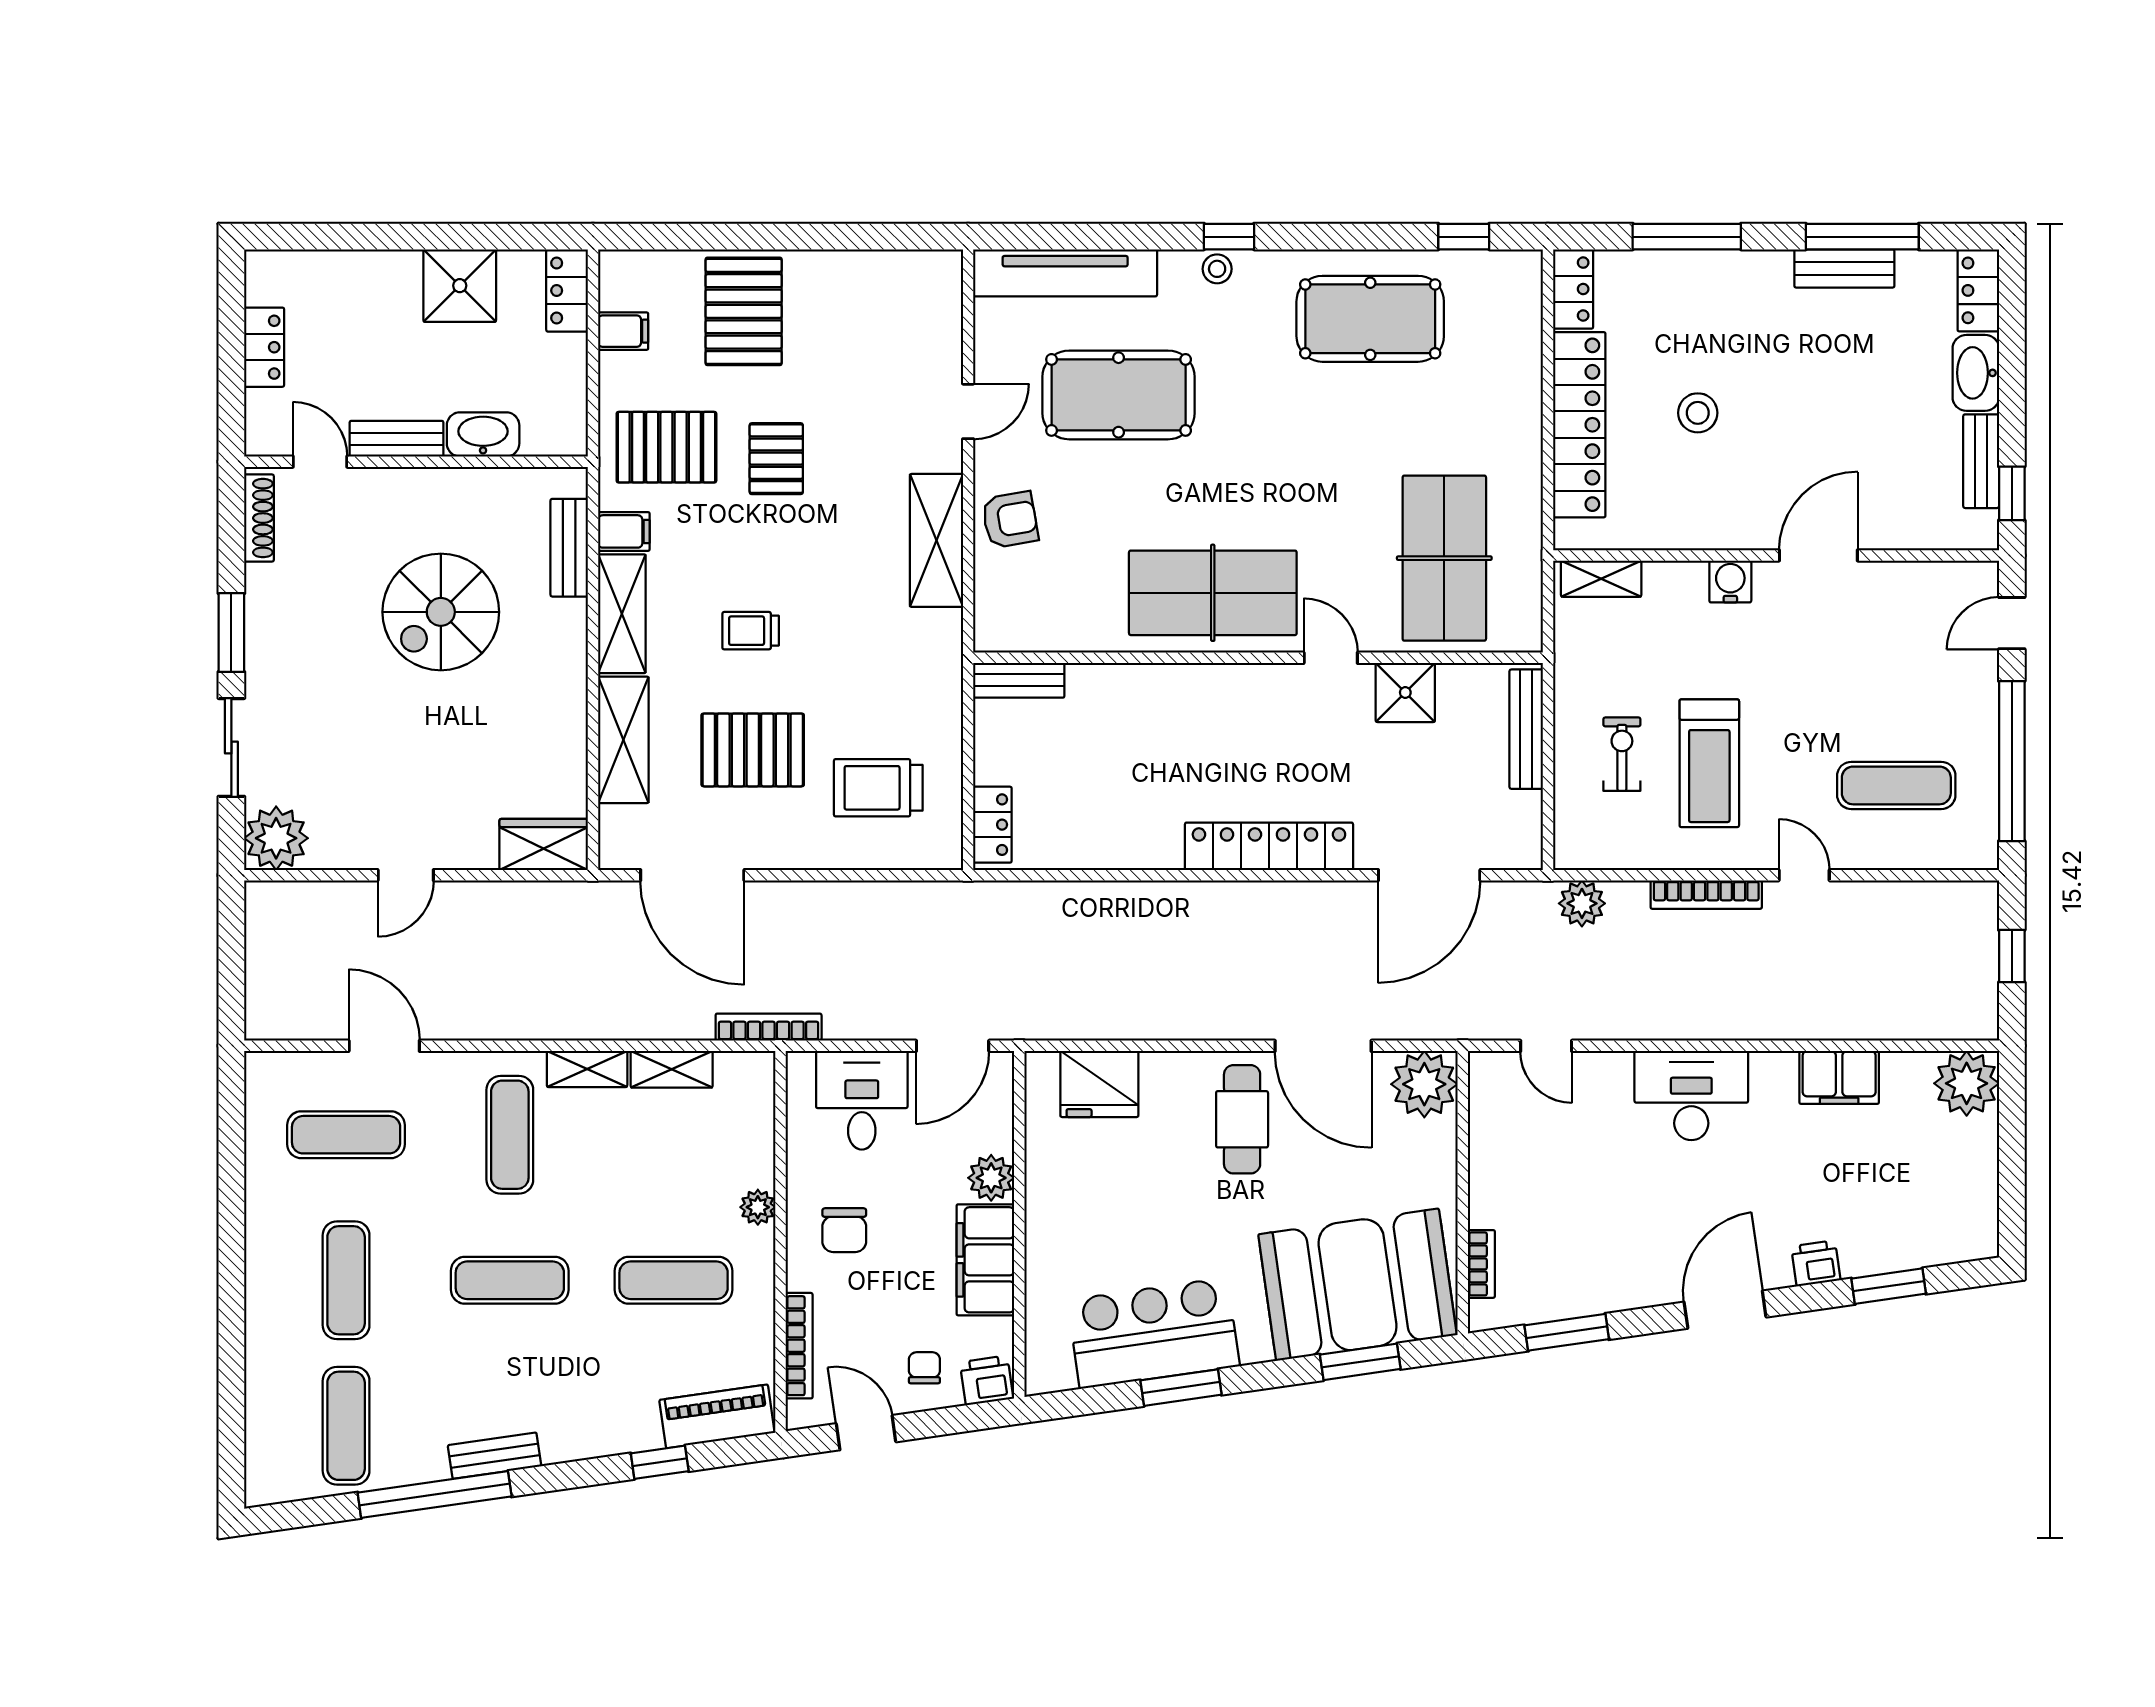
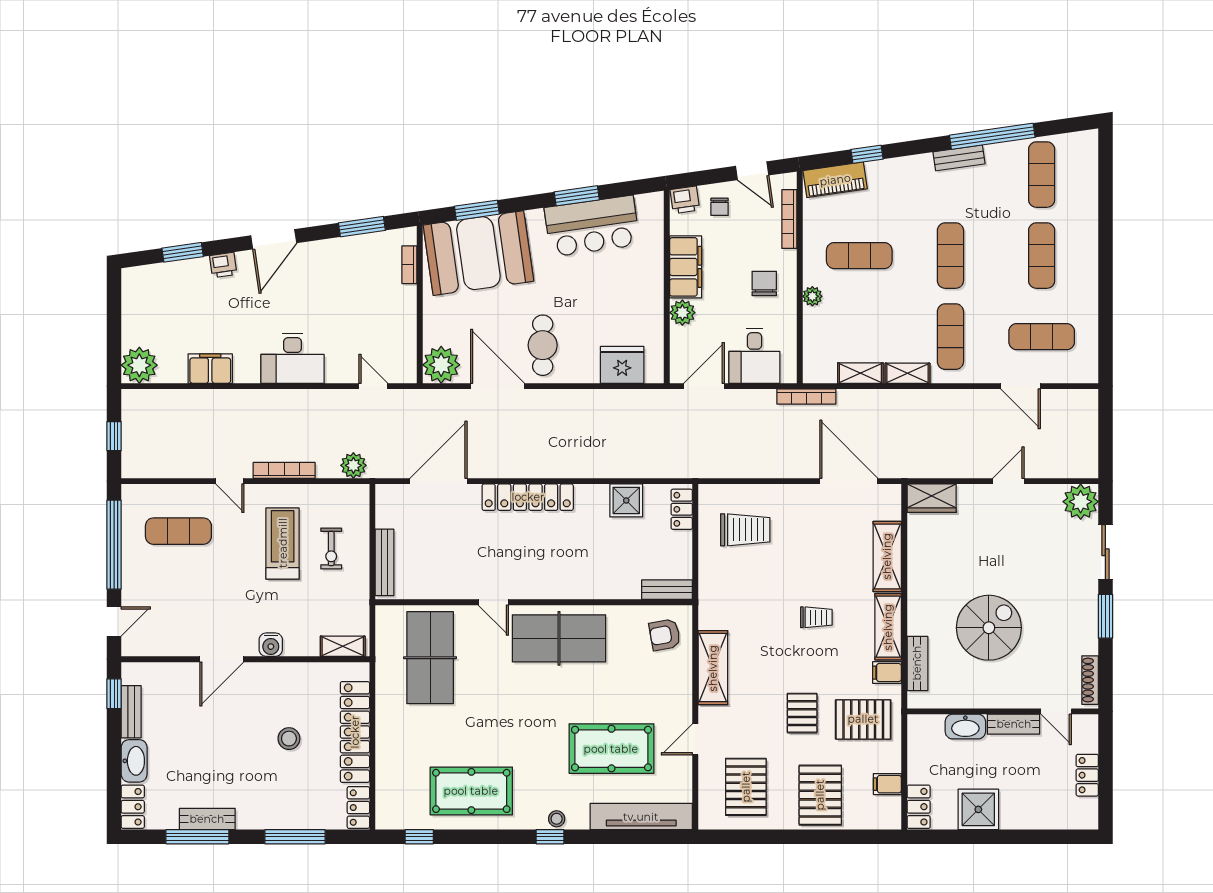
armchair: (1010, 520) -> (665, 635), moved
shower: (1405, 692) -> (626, 500), moved
pallet: (753, 750) -> (746, 787), moved, turned 90
exercise mat: (510, 1280) -> (950, 256), turned 90

